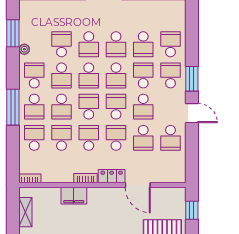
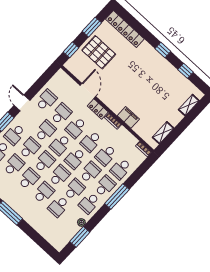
school desk: (143, 75) -> (30, 148), turned 180

